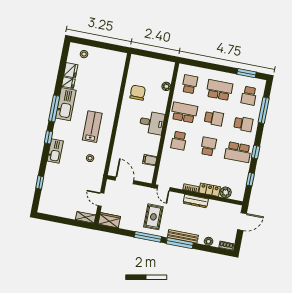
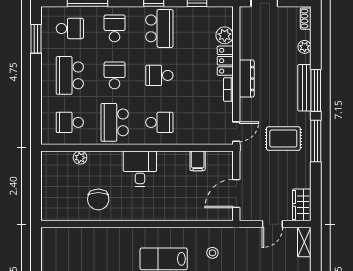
chair: (138, 93) -> (98, 199), turned -90

